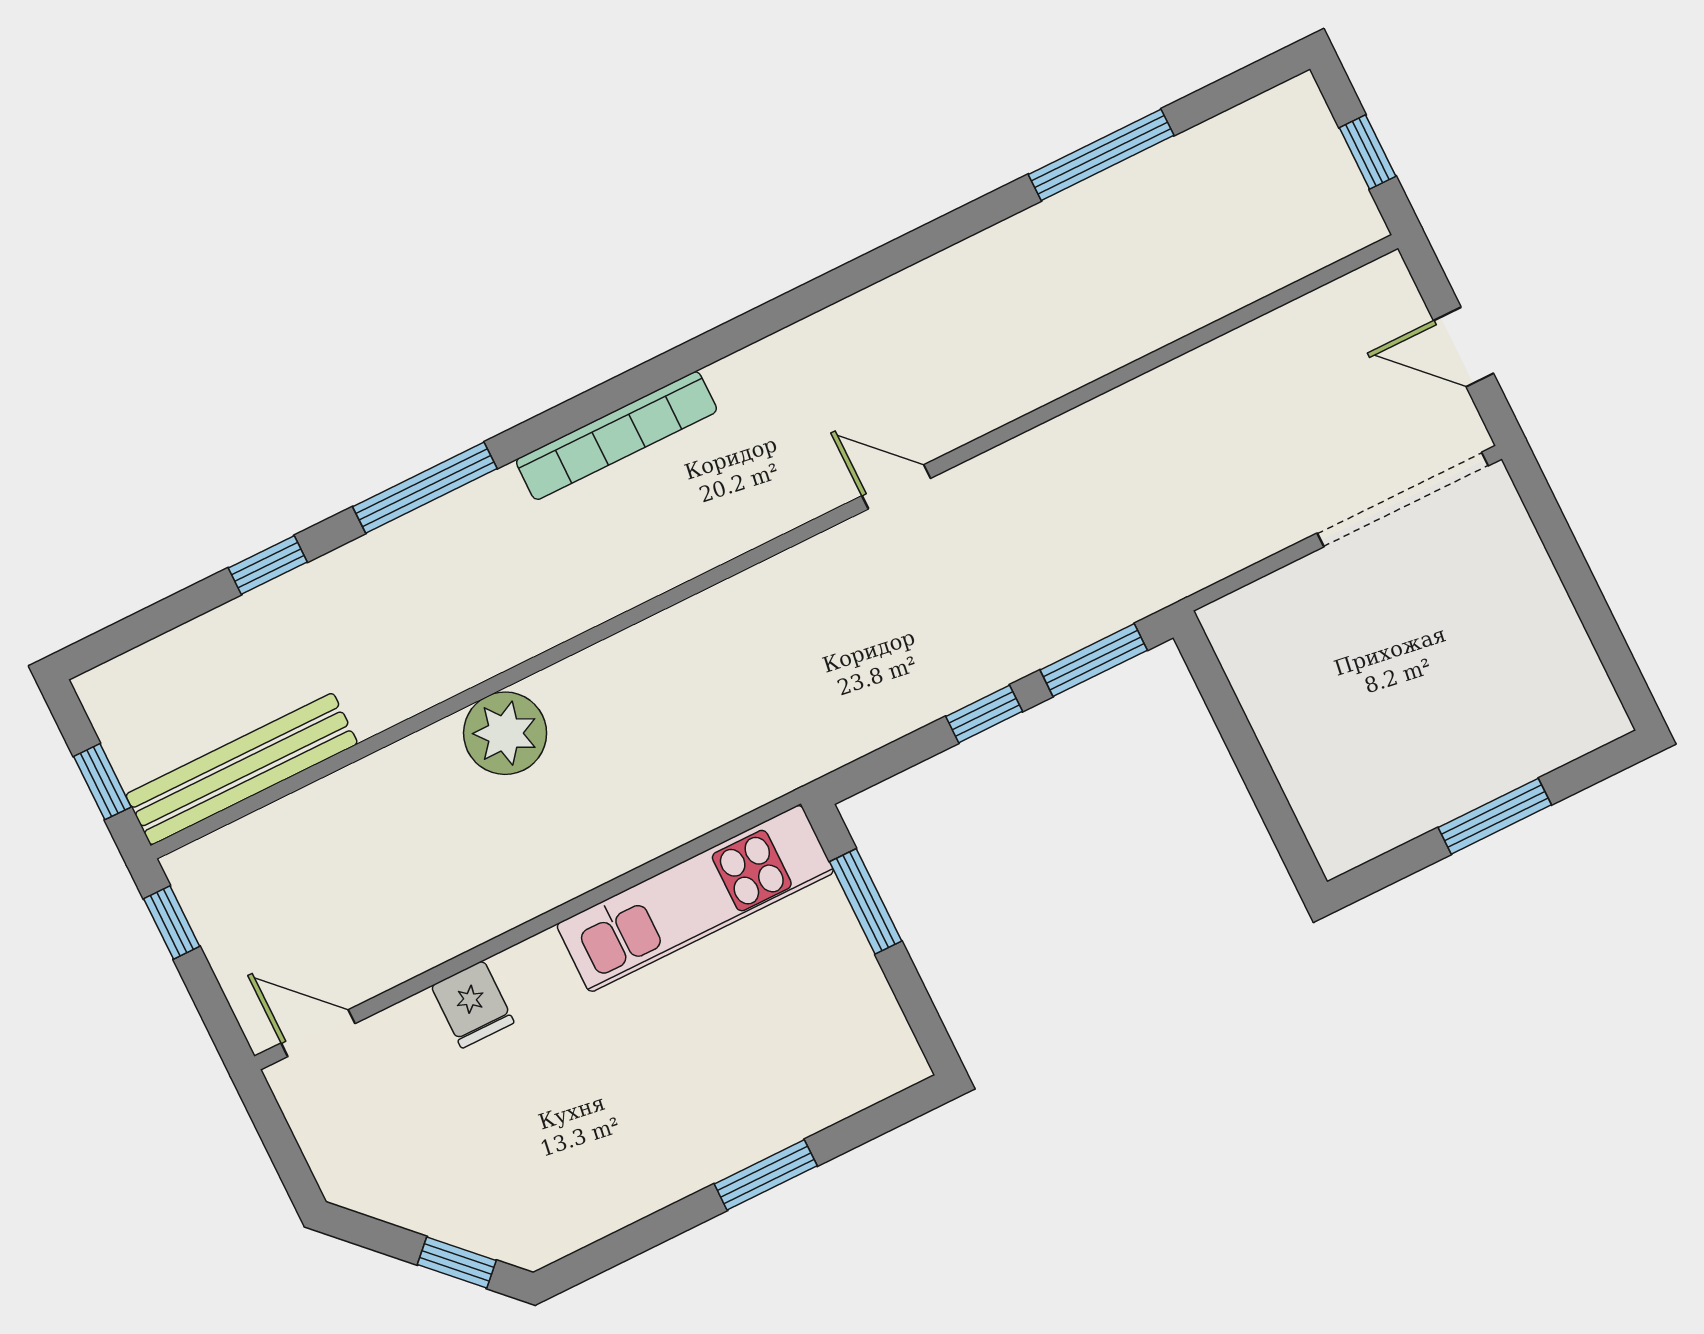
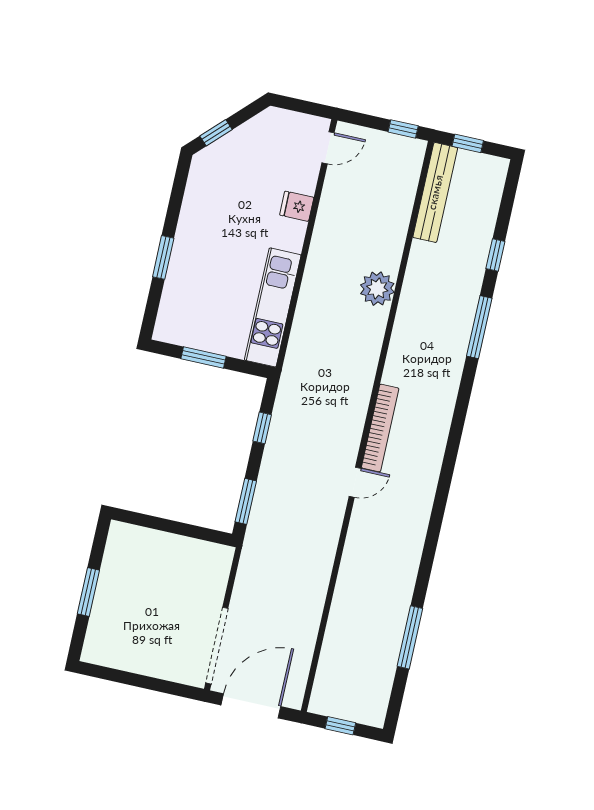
door: (1464, 347) -> (251, 706), width x1.87
bookcase: (616, 436) -> (380, 428), moved, turned 180
window: (984, 714) -> (262, 428), moved
window: (866, 901) -> (203, 357), moved

